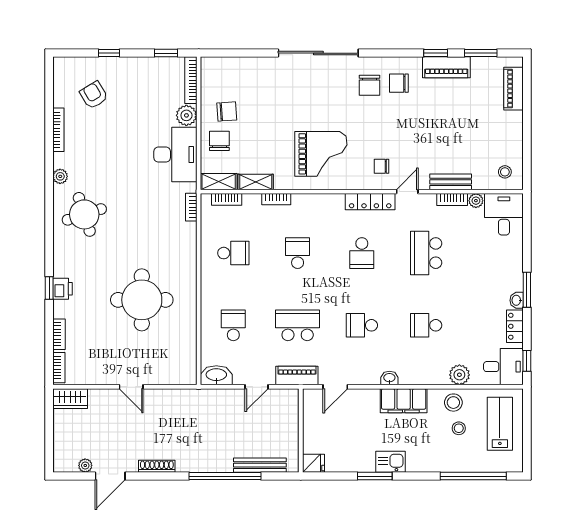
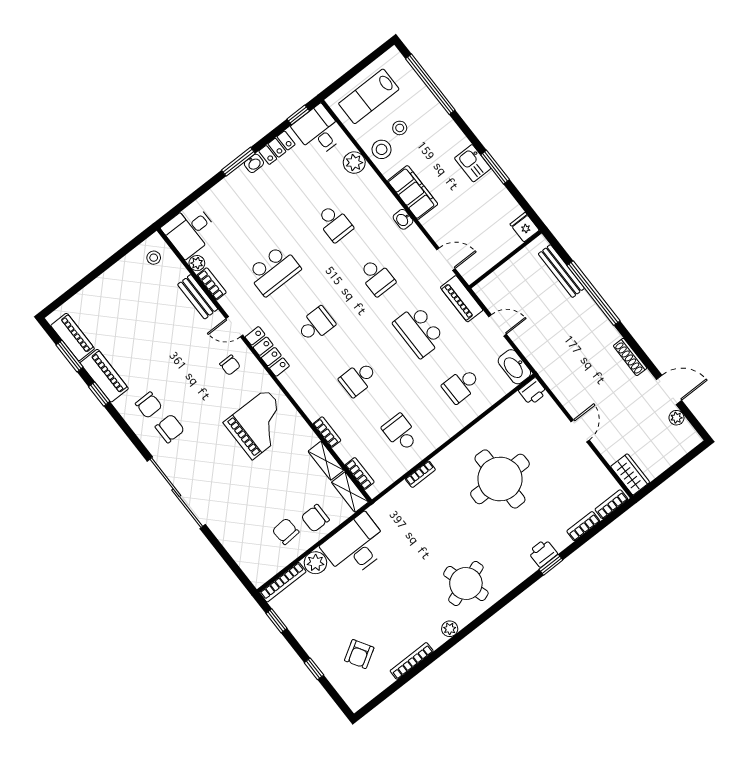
piano: (514, 89) -> (73, 337), moved, turned -90
grand piano: (321, 154) -> (259, 424), turned 90
bookcase: (191, 207) -> (420, 474), moved
printer: (187, 375) -> (533, 391), added

